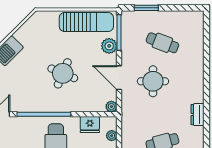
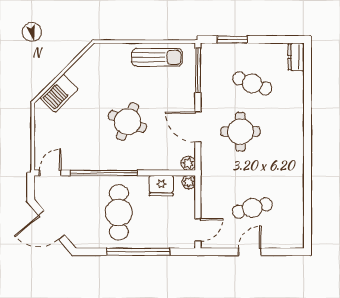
sun lounger: (86, 22) -> (157, 57), width x0.73, depth x0.75
plant: (109, 46) -> (186, 87), removed
dresser: (198, 115) -> (296, 57), moved
plant: (112, 136) -> (189, 182), moved

